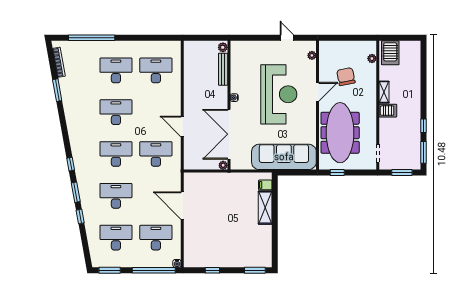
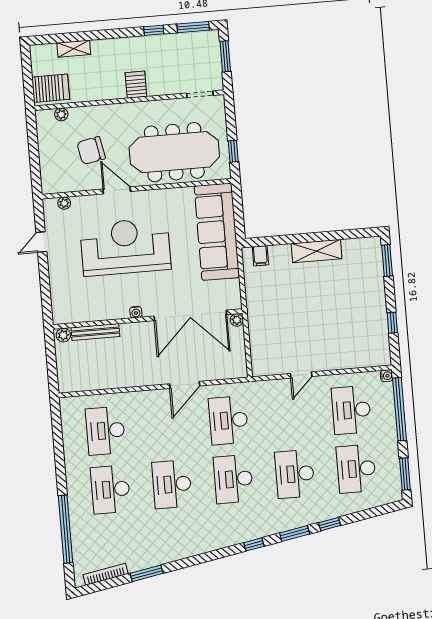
shelving: (384, 92) -> (74, 49), moved
door: (182, 206) -> (301, 375), width x0.53
shelving: (265, 208) -> (317, 251), moved

